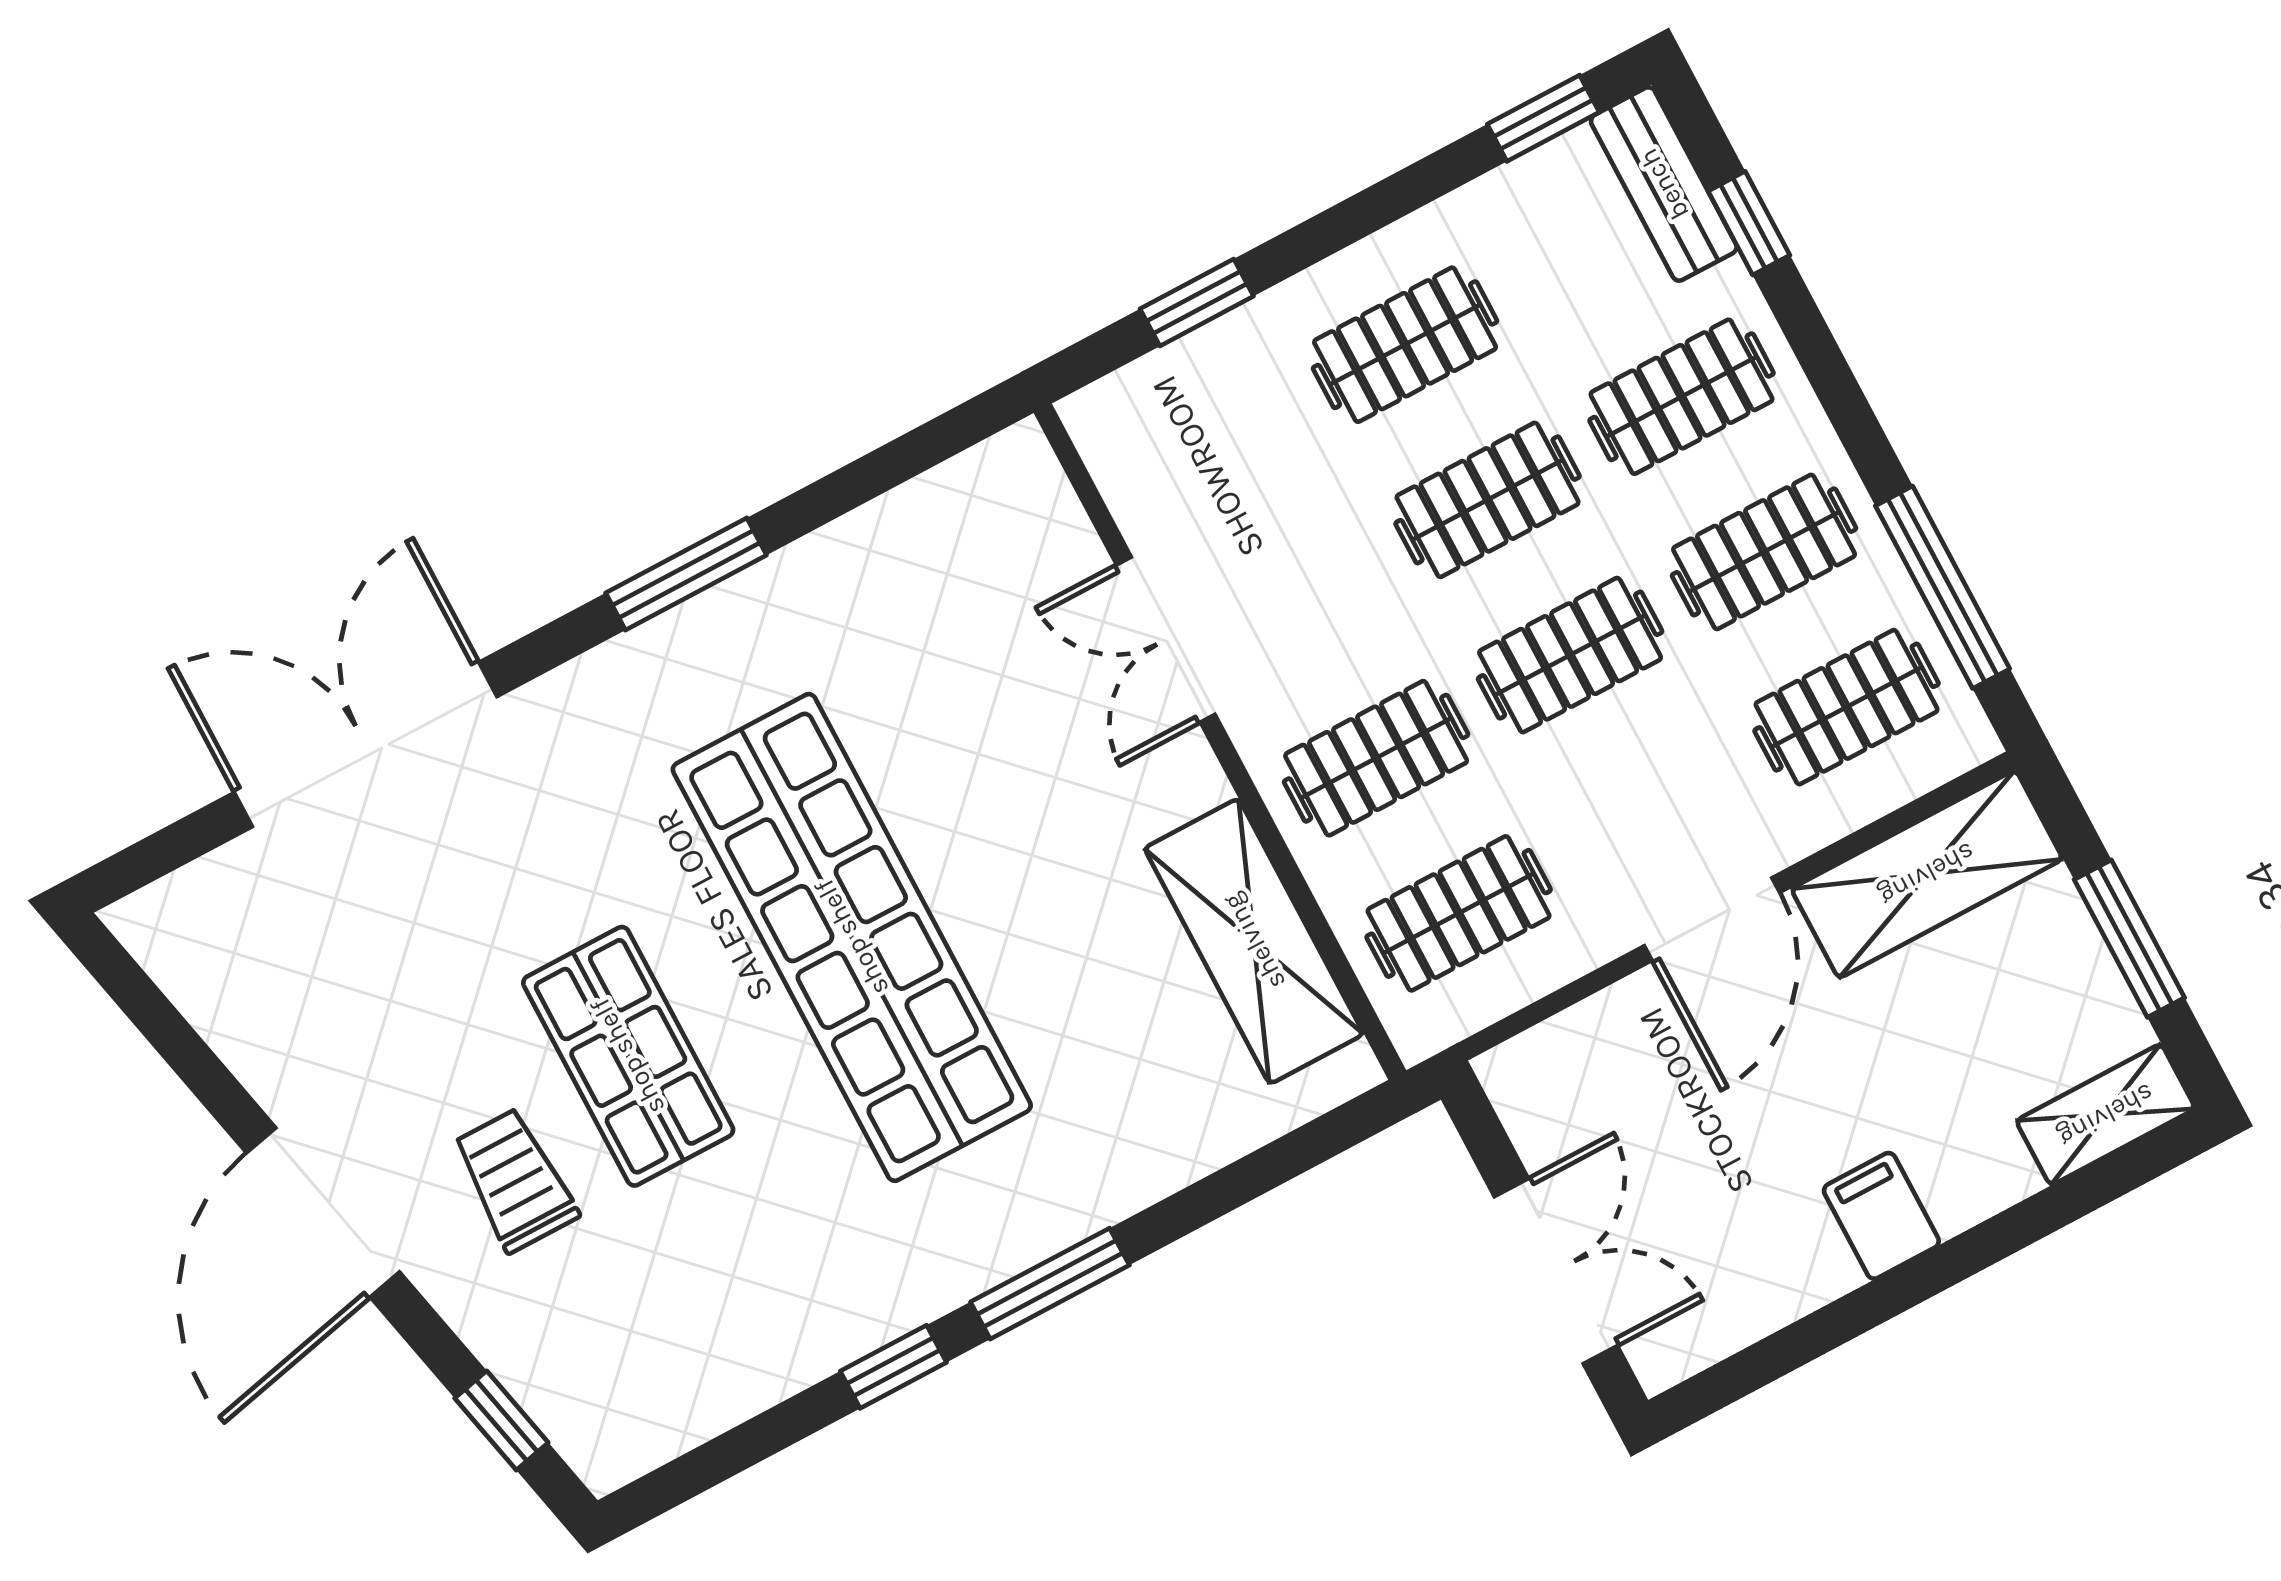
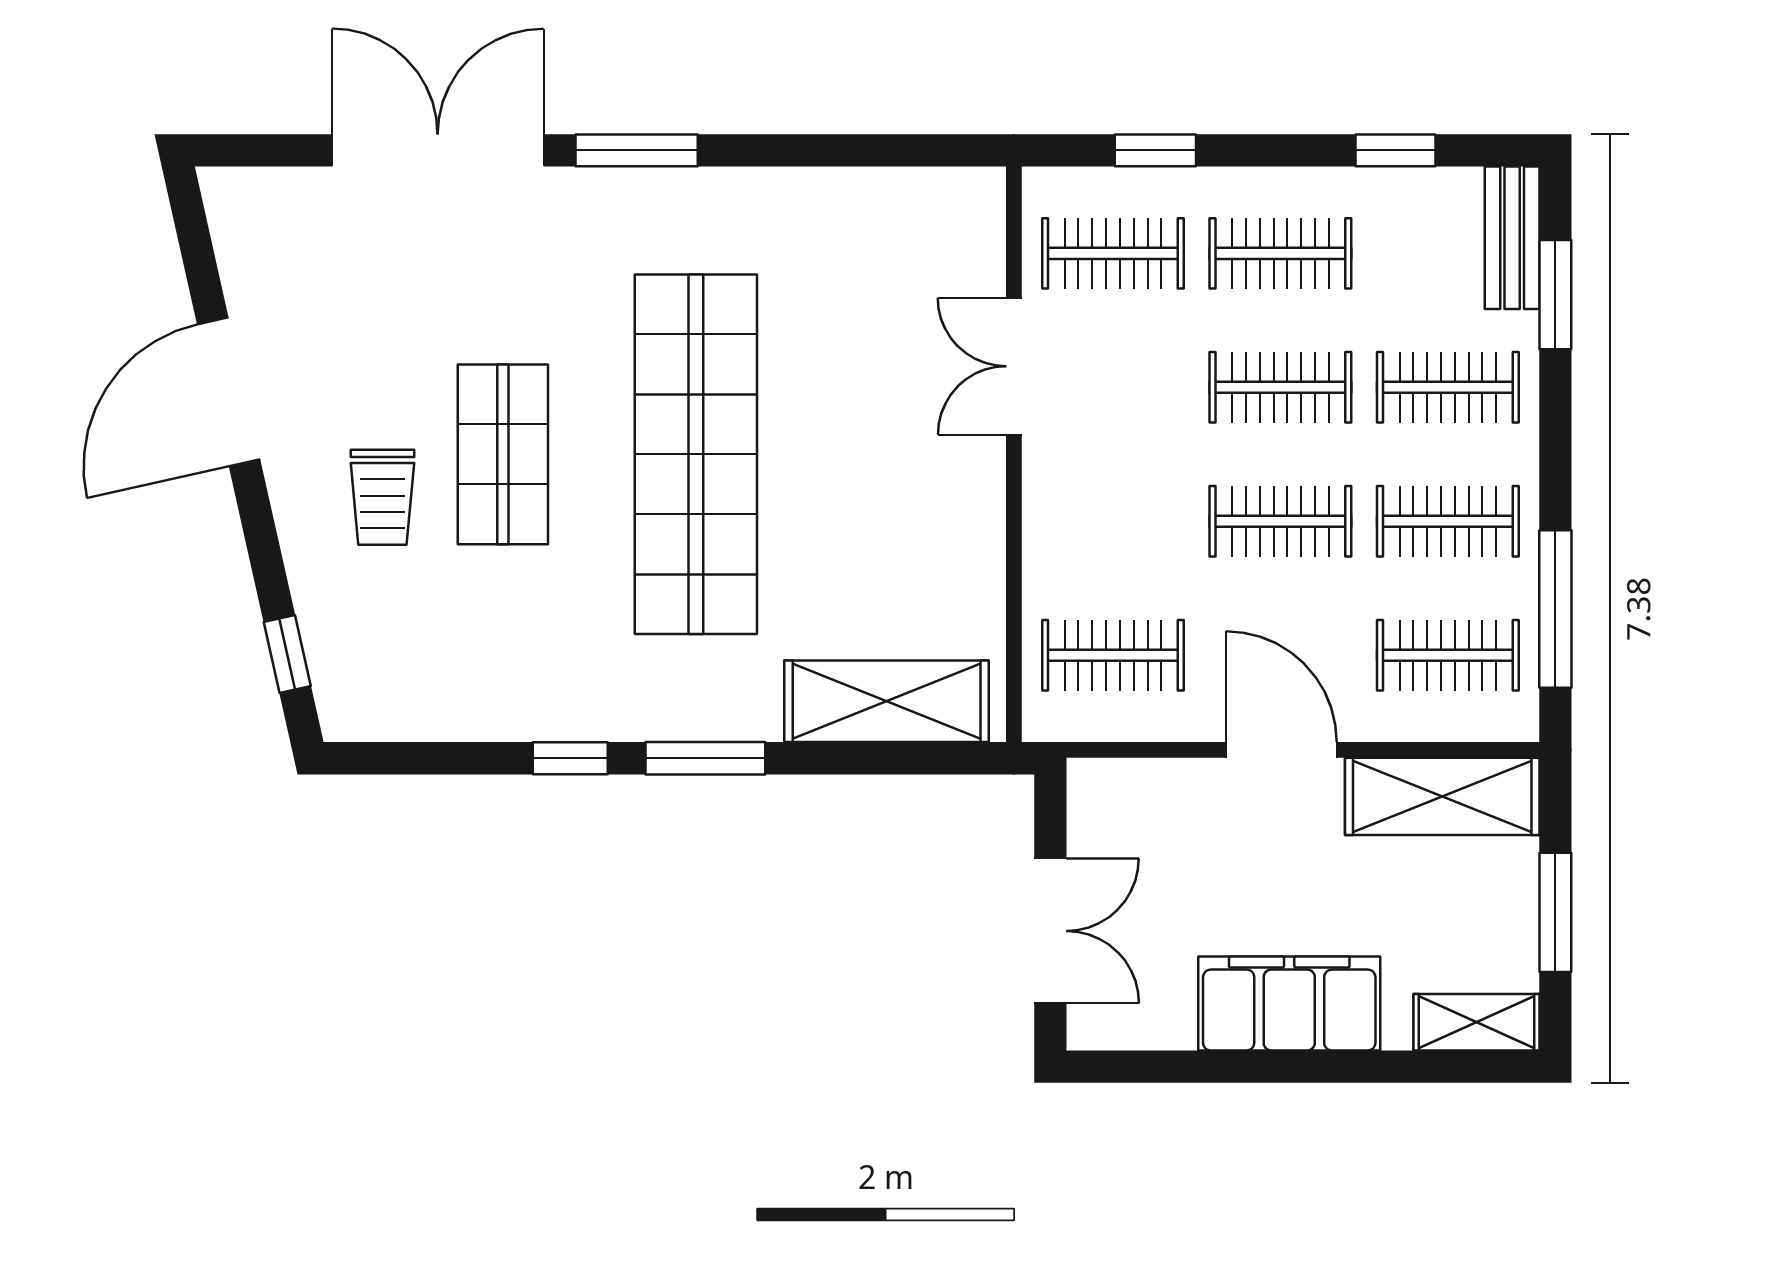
window: (1543, 118) -> (1396, 150), moved
window: (1749, 223) -> (1555, 295), width x1.50
window: (686, 574) -> (637, 150), moved
clothes rail: (1376, 758) -> (1113, 253), moved
door: (1712, 919) -> (1281, 750), swing flipped
shelving: (1254, 941) -> (887, 701), moved, turned 90
trolley: (515, 1180) -> (382, 497), turned 180
door: (323, 1212) -> (229, 392), moved
filing cabinet: (1881, 1216) -> (1289, 1003), width x3.00, depth x1.17

